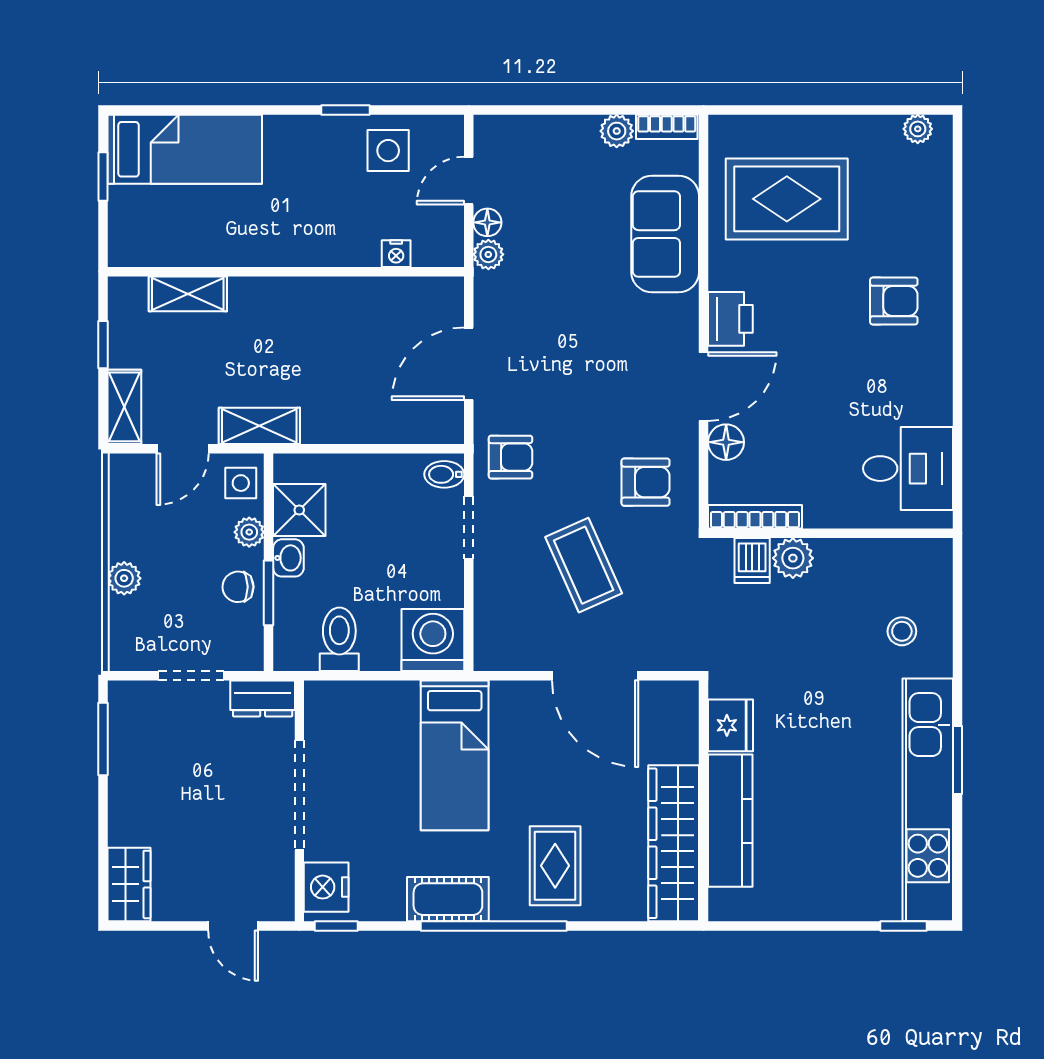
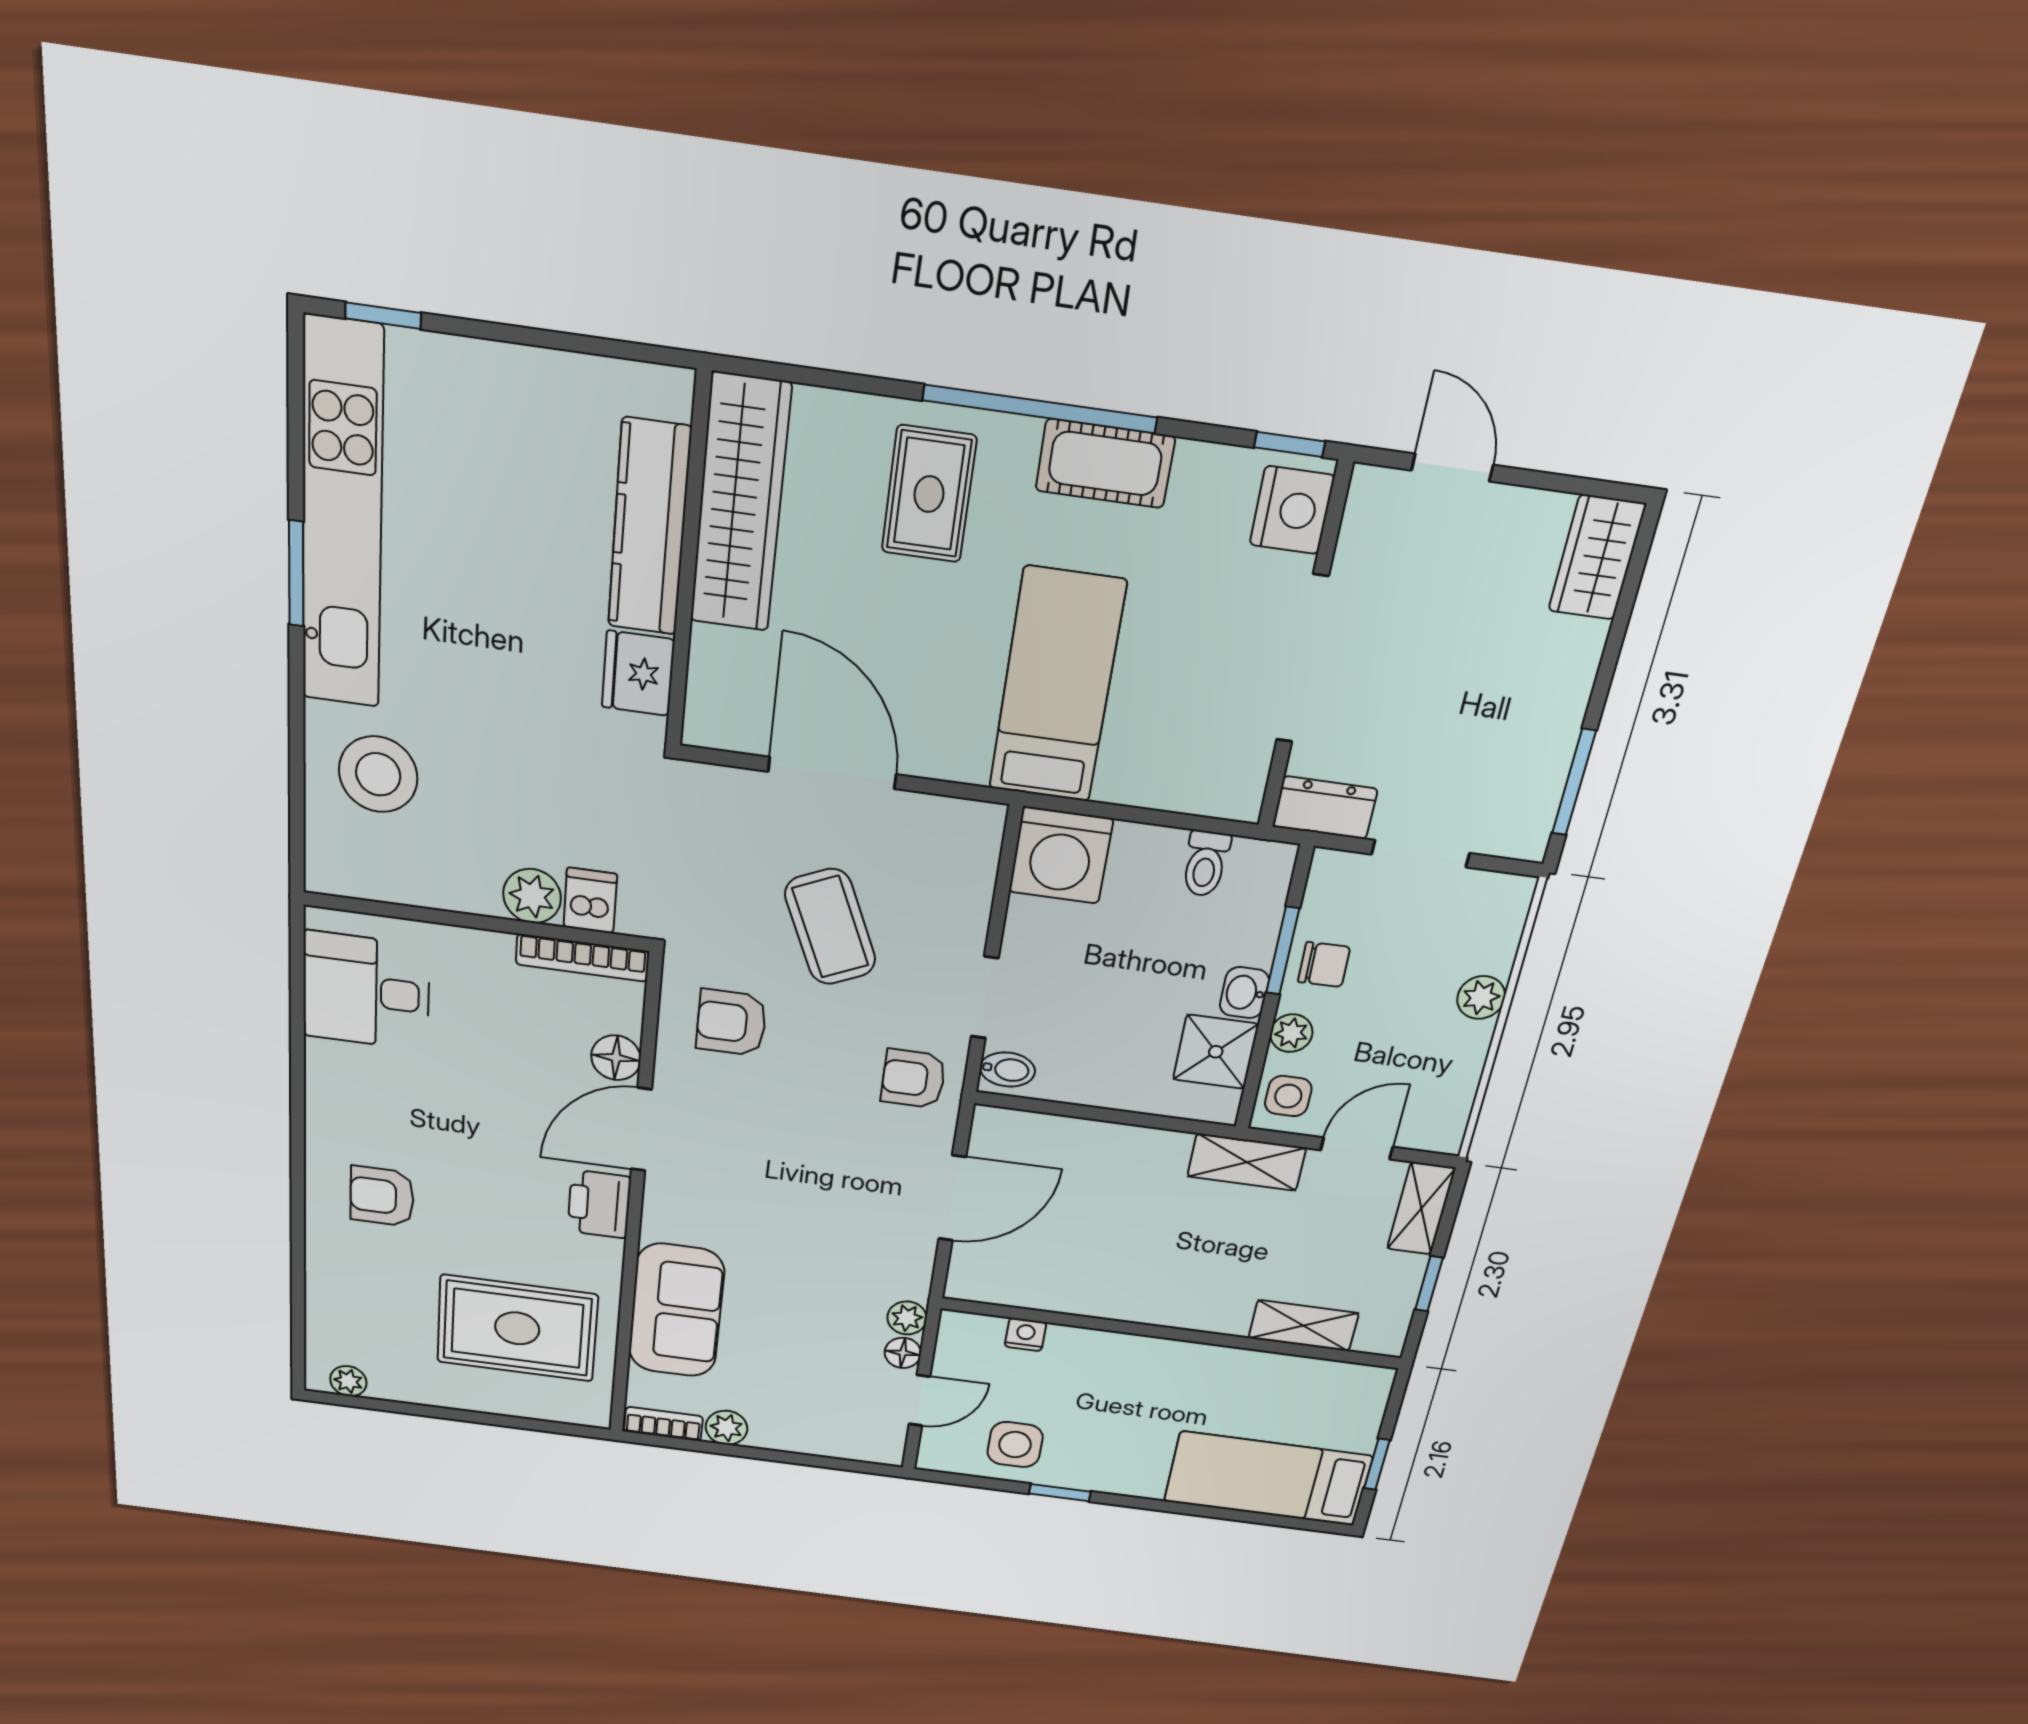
stool: (902, 631) -> (378, 774), width x1.89, depth x1.89
toilet: (339, 639) -> (1206, 864), width x0.73, depth x0.72

